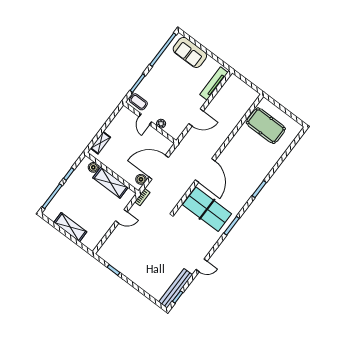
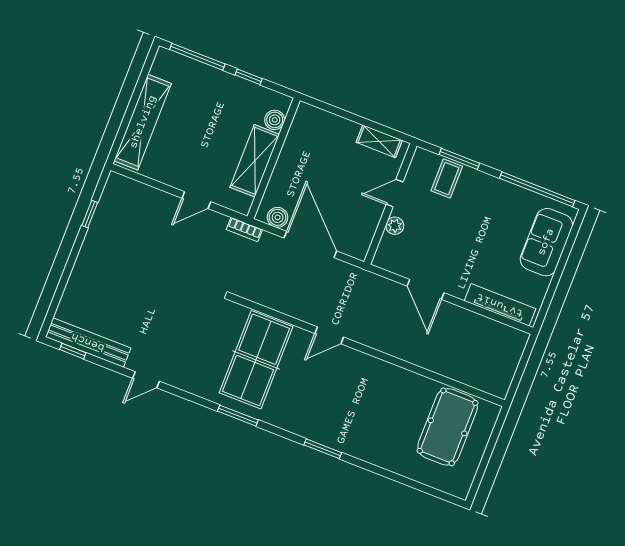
coffee table: (138, 102) -> (447, 179), moved
shelving: (101, 143) -> (379, 141), moved
door: (205, 170) -> (329, 335), width x0.53
door: (121, 216) -> (196, 200), hinge flipped
shelving: (70, 227) -> (143, 122), width x1.47
door: (202, 265) -> (146, 380), hinge flipped

